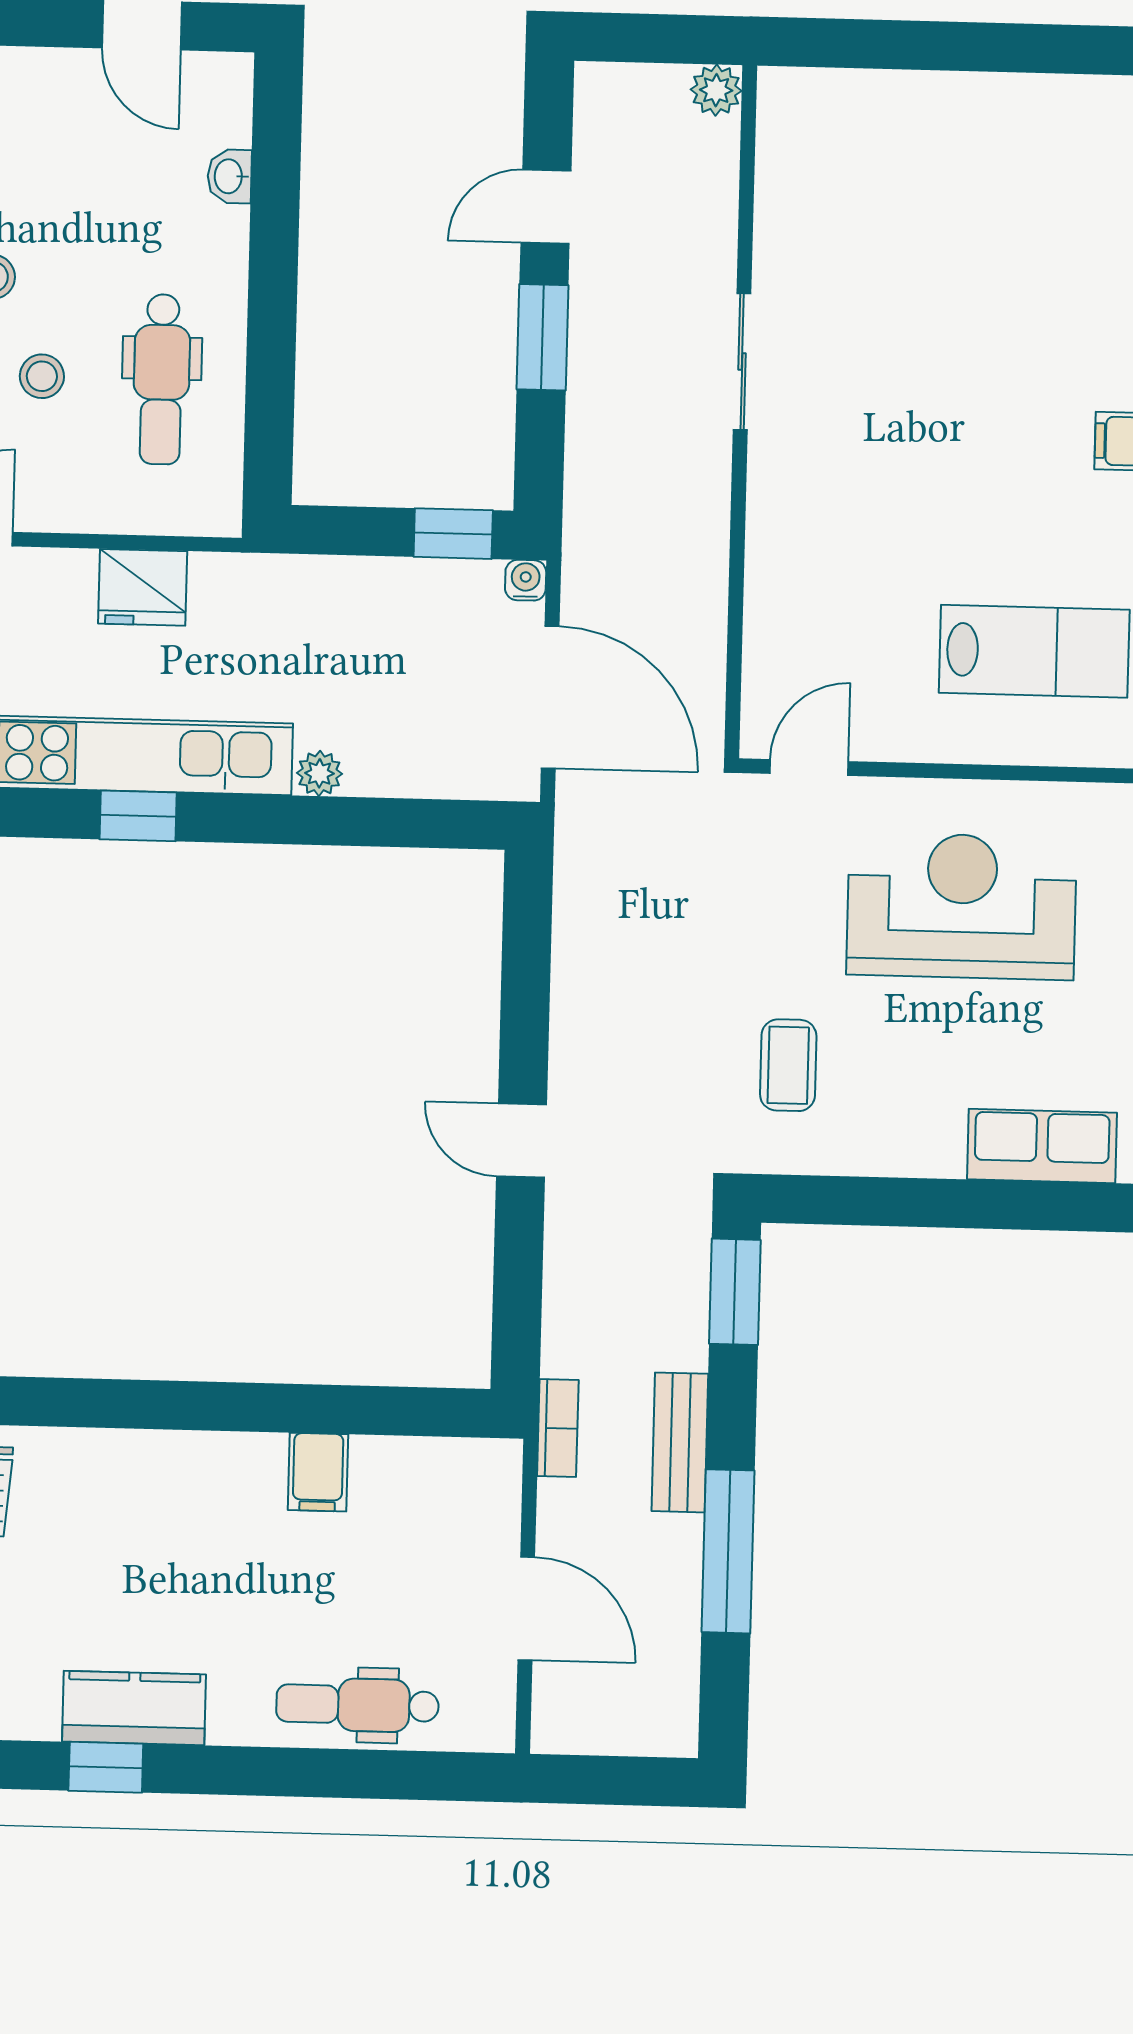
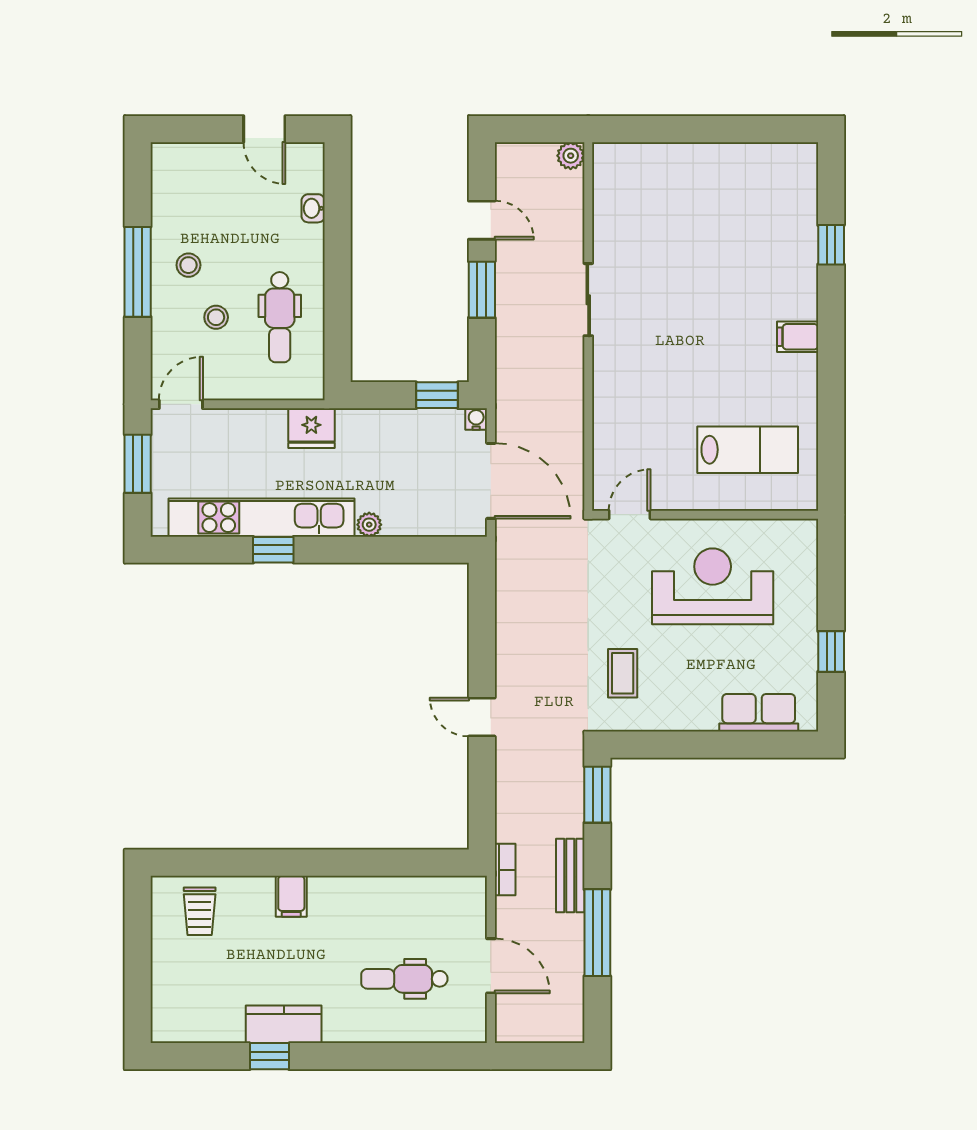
door: (546, 207) -> (482, 220), swing flipped
fridge: (143, 587) -> (311, 428), moved
filing cabinet: (318, 1472) -> (291, 896), moved
dental chair: (357, 1705) -> (404, 979), moved

